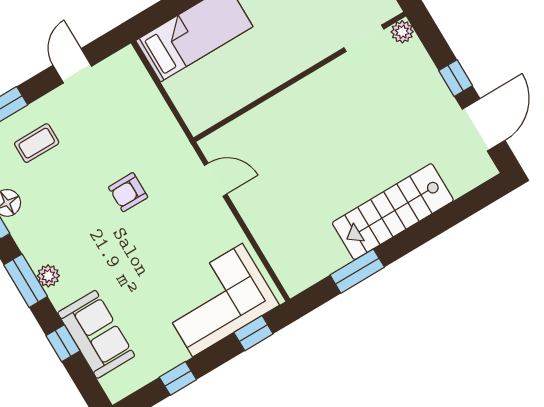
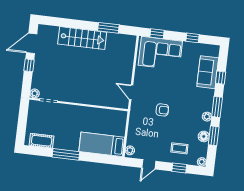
plant: (130, 64) -> (130, 150), added
plant: (48, 276) -> (207, 117), moved

